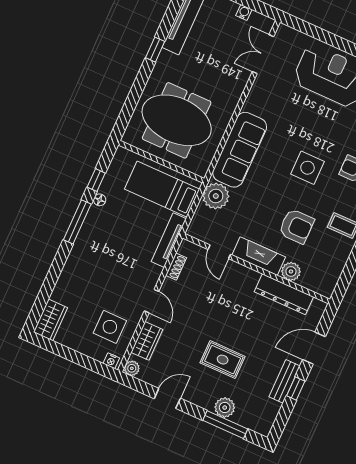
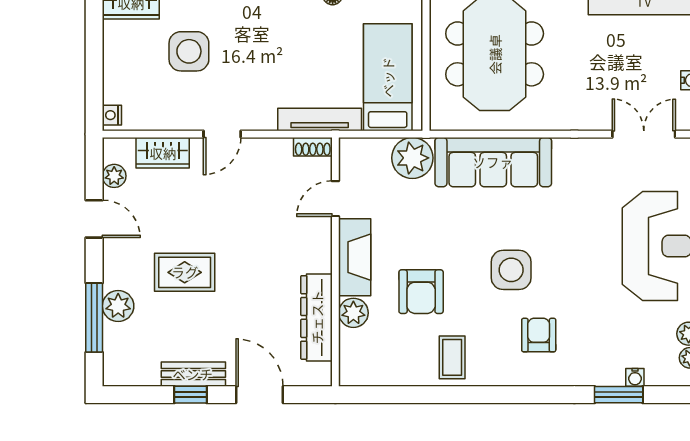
shoe rack: (176, 267) -> (313, 147), moved
side table: (110, 327) -> (189, 51), moved
rug: (223, 360) -> (185, 272), turned 90
plant: (132, 368) -> (114, 176), moved

